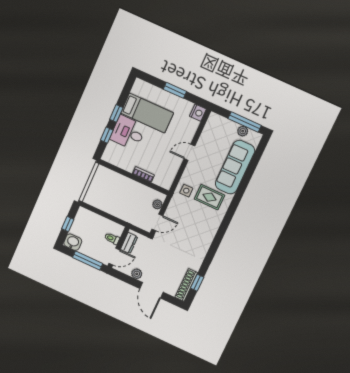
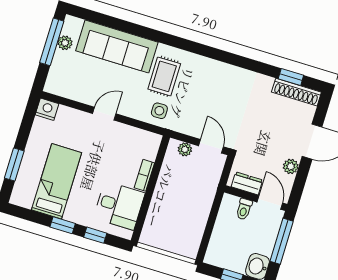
window: (175, 90) -> (14, 165), moved
desk: (128, 133) -> (119, 206), moved, turned -90
door: (189, 152) -> (104, 114), swing flipped

